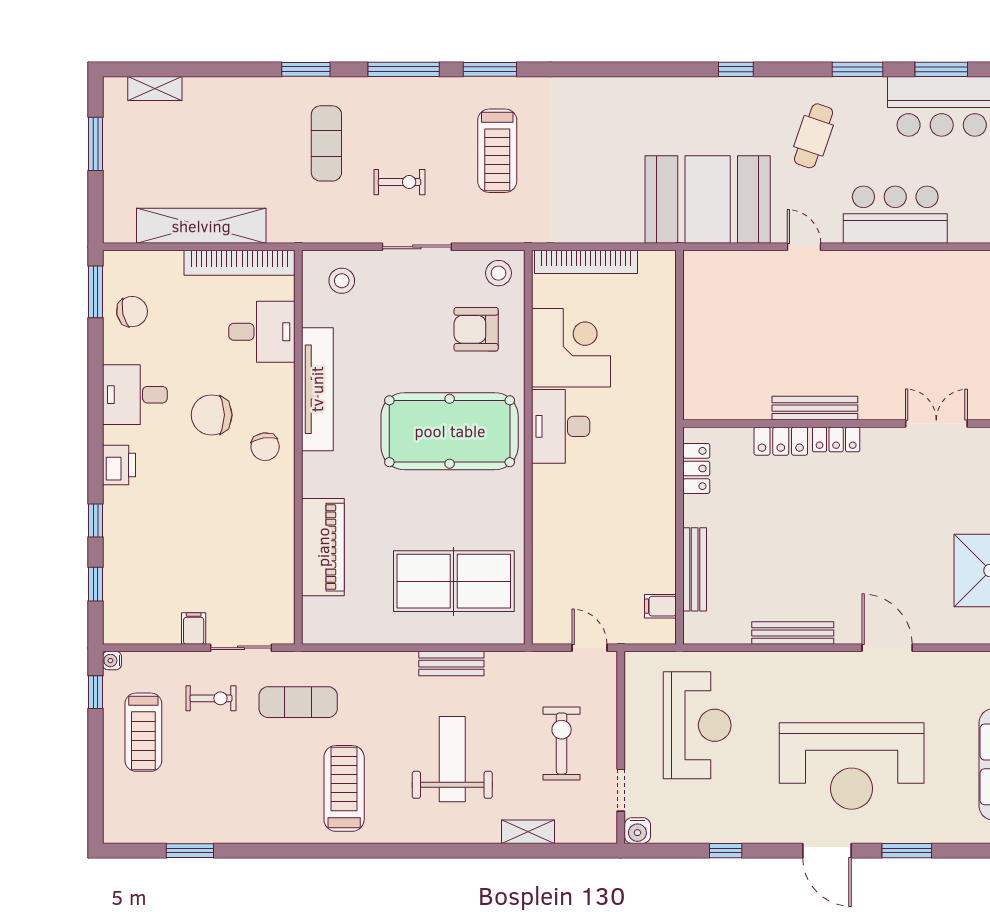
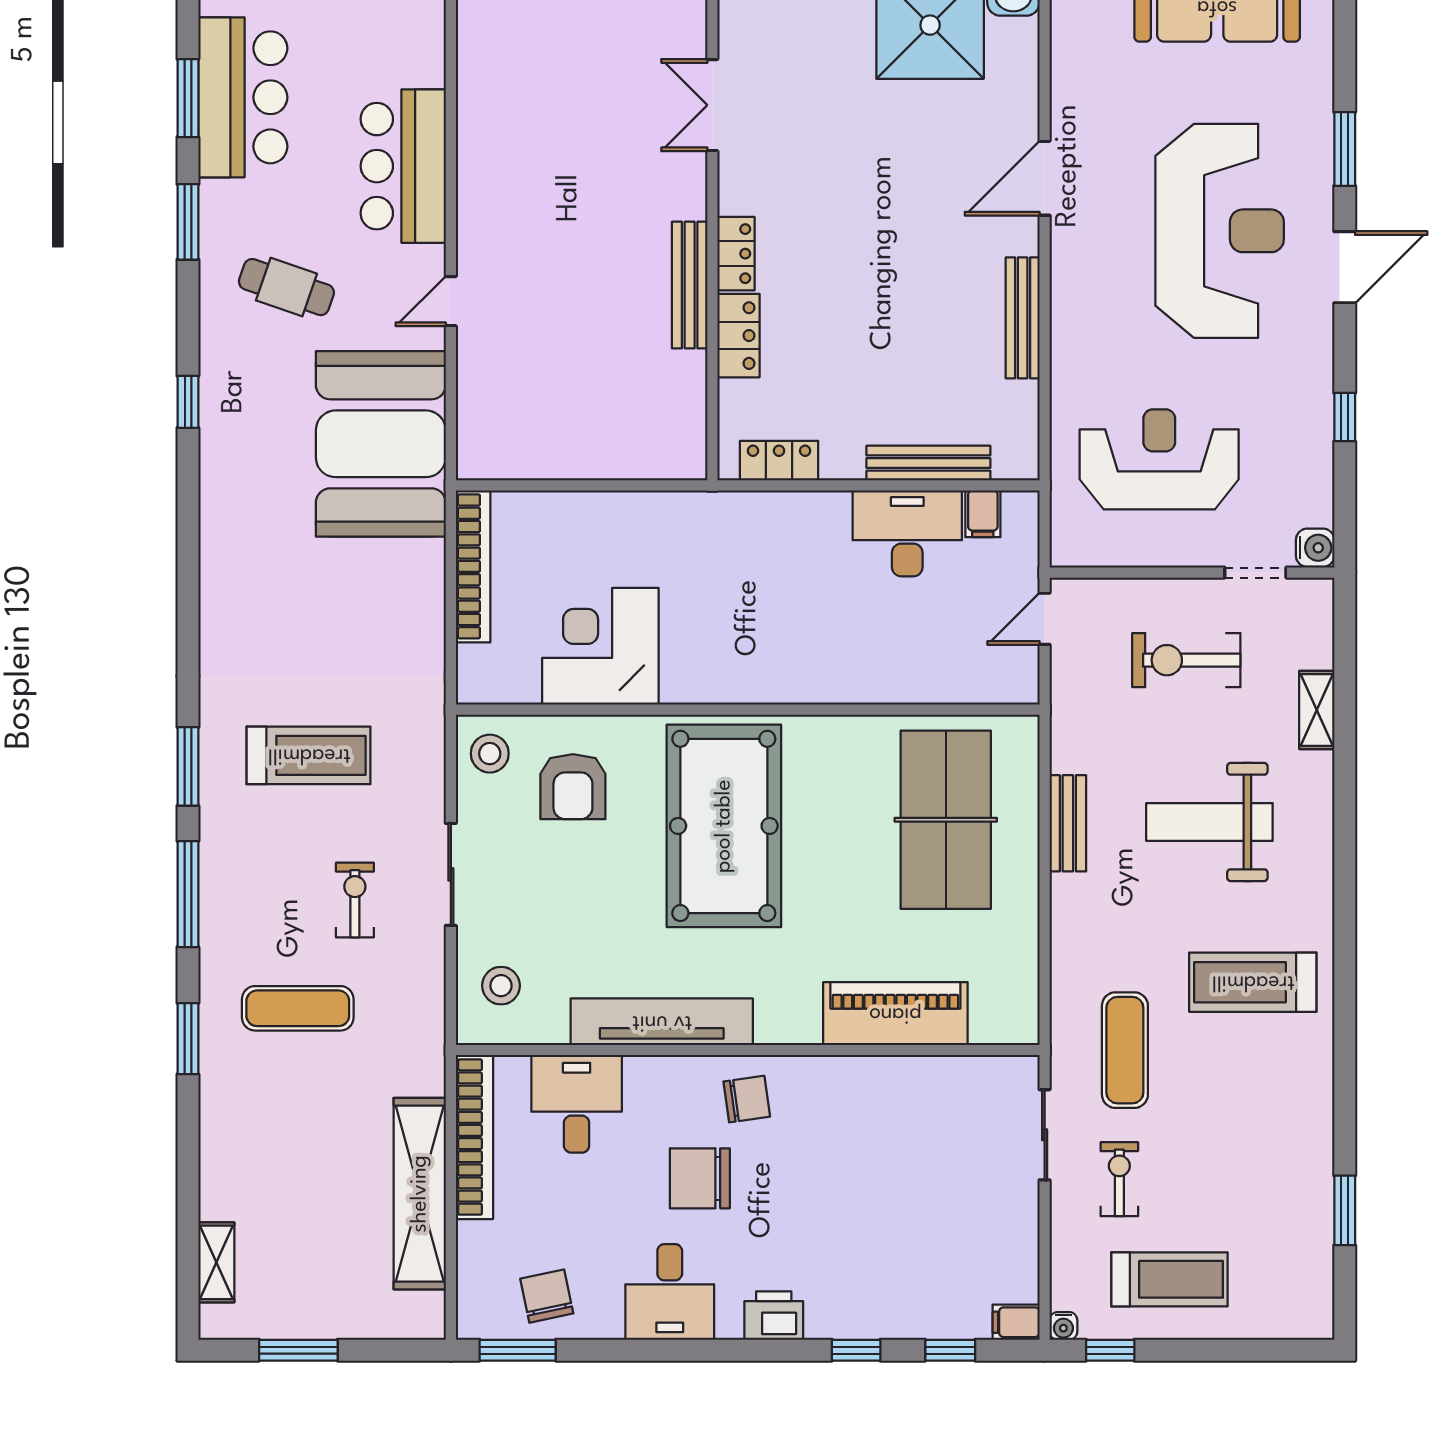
bookcase: (586, 262) -> (473, 566), moved
chair: (212, 415) -> (700, 1178), turned 90
desk: (561, 426) -> (907, 533), moved, turned 180
filing cabinet: (194, 629) -> (1016, 1322), moved

